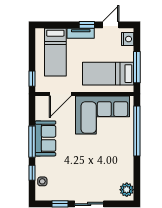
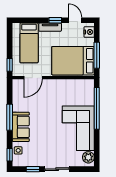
door: (111, 25) -> (75, 20), hinge flipped
bed: (108, 74) -> (73, 61), width x1.50
corner sofa: (103, 115) -> (78, 128), moved, turned 90
sofa: (45, 138) -> (21, 127), moved
window: (32, 173) -> (10, 155), moved

